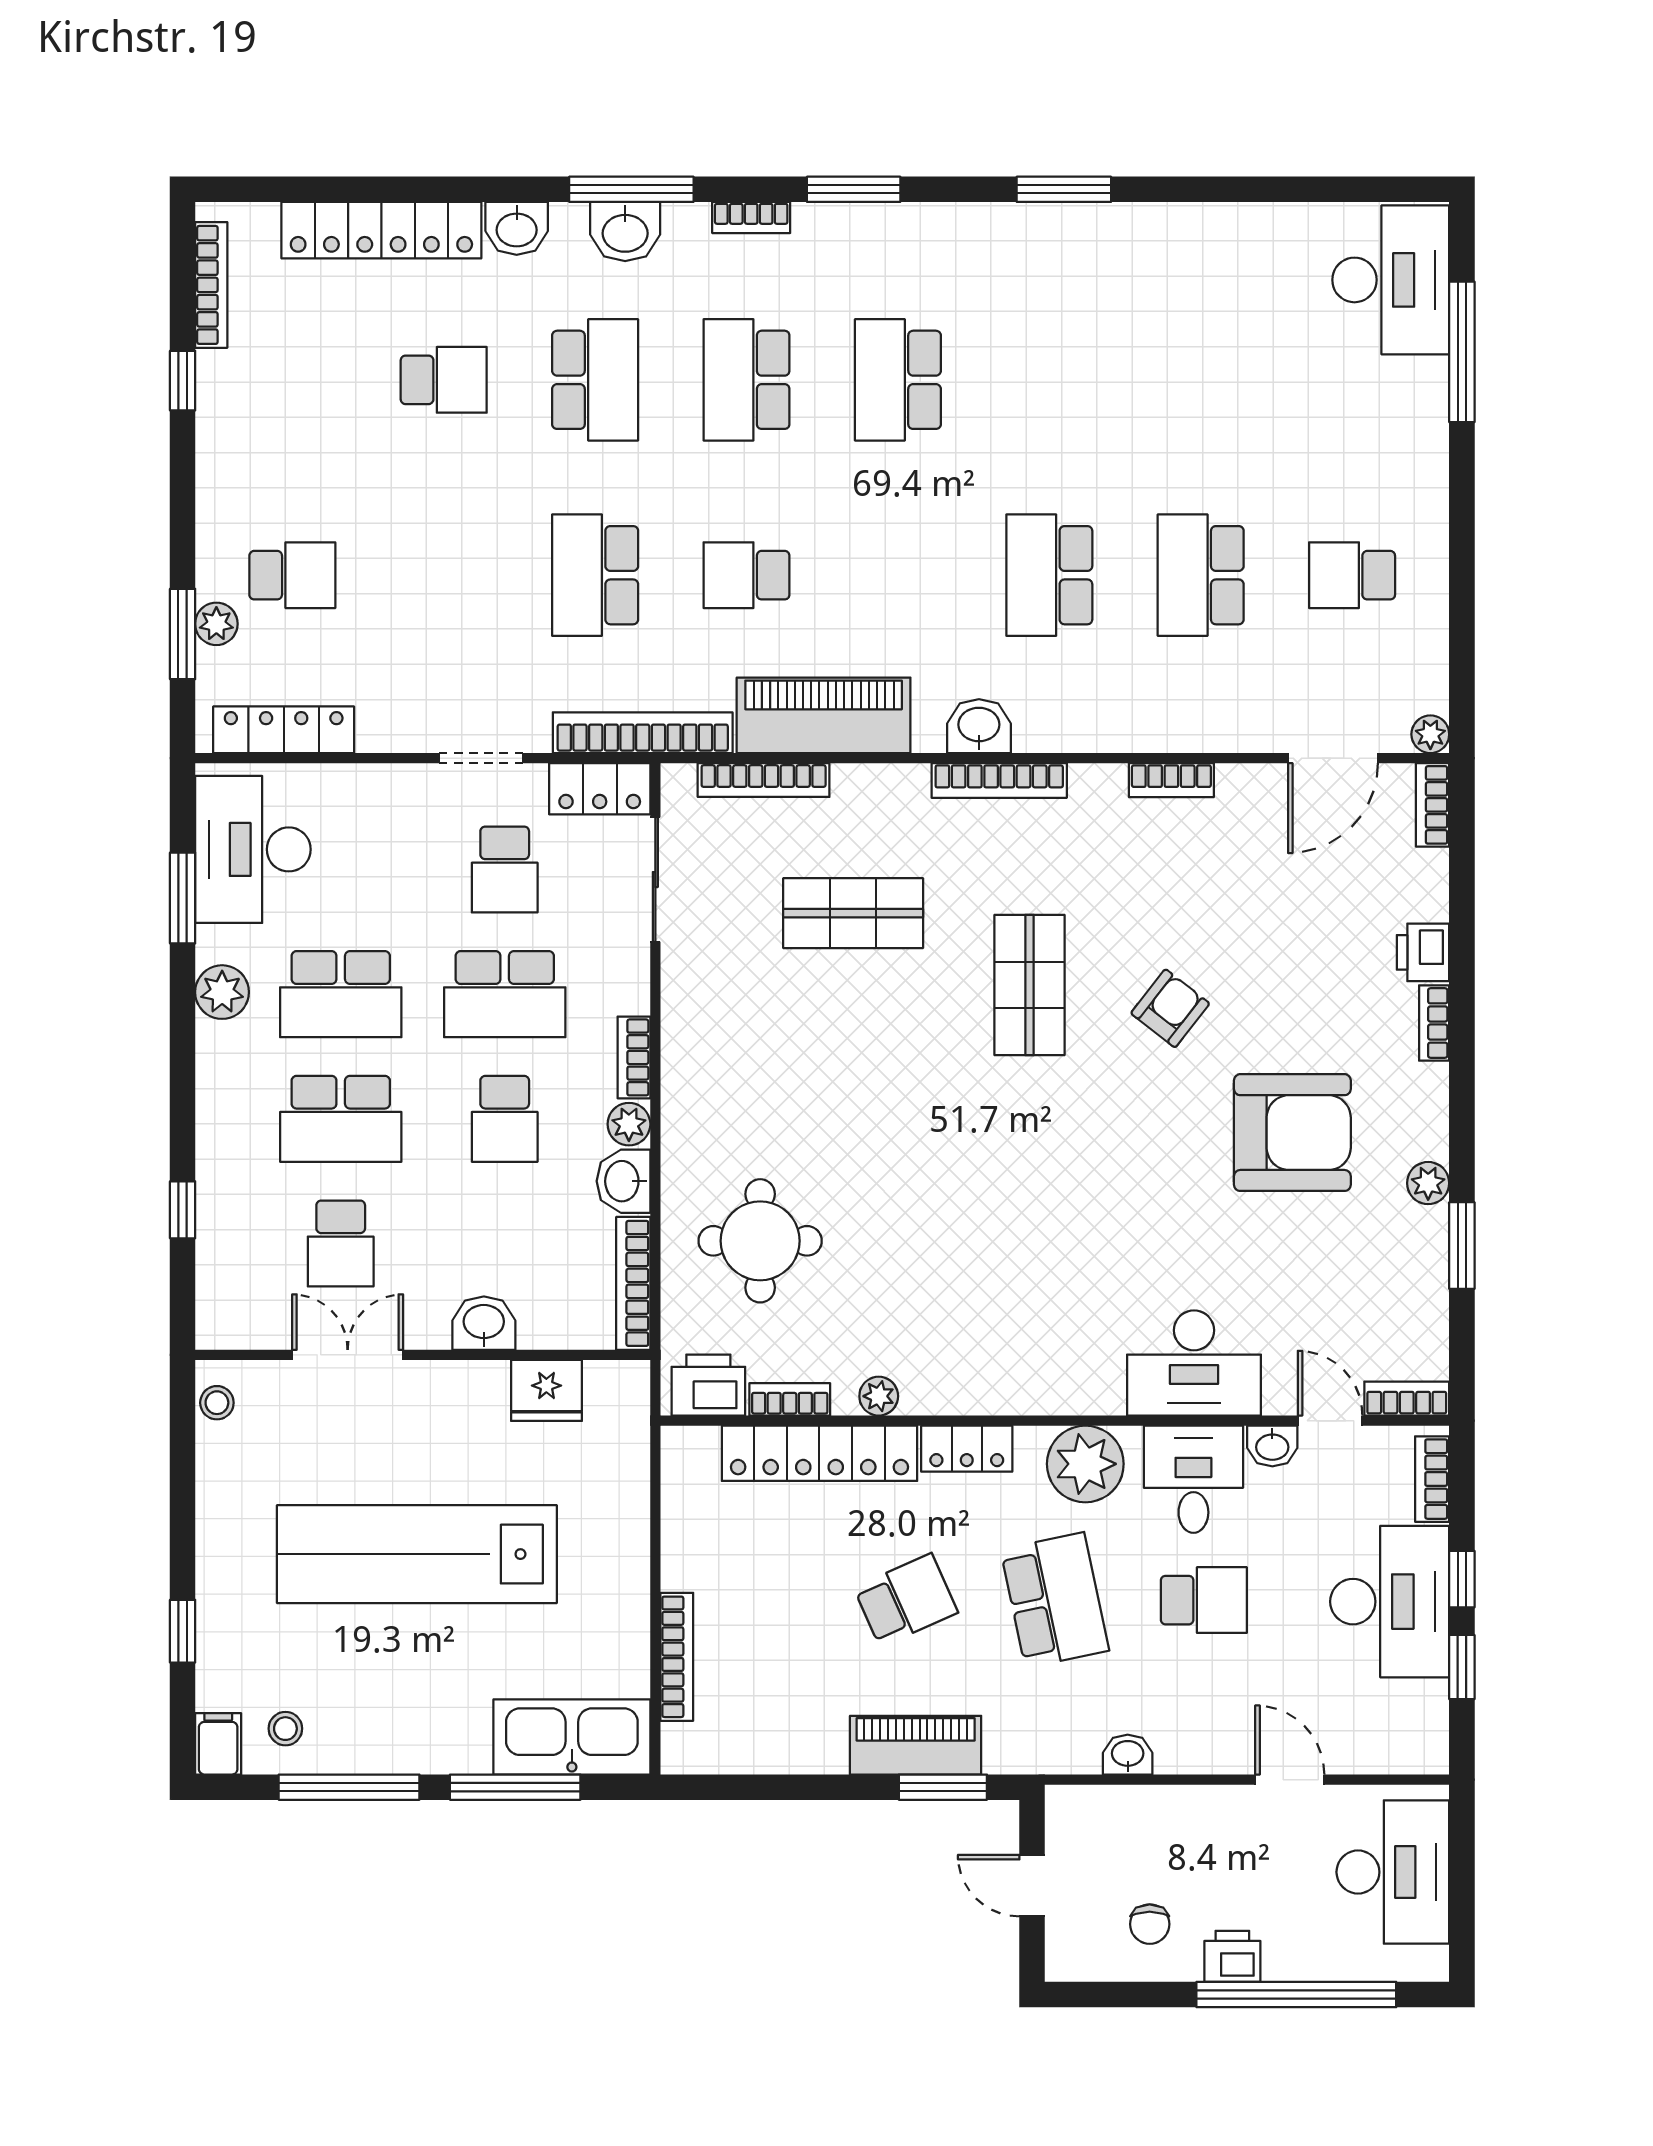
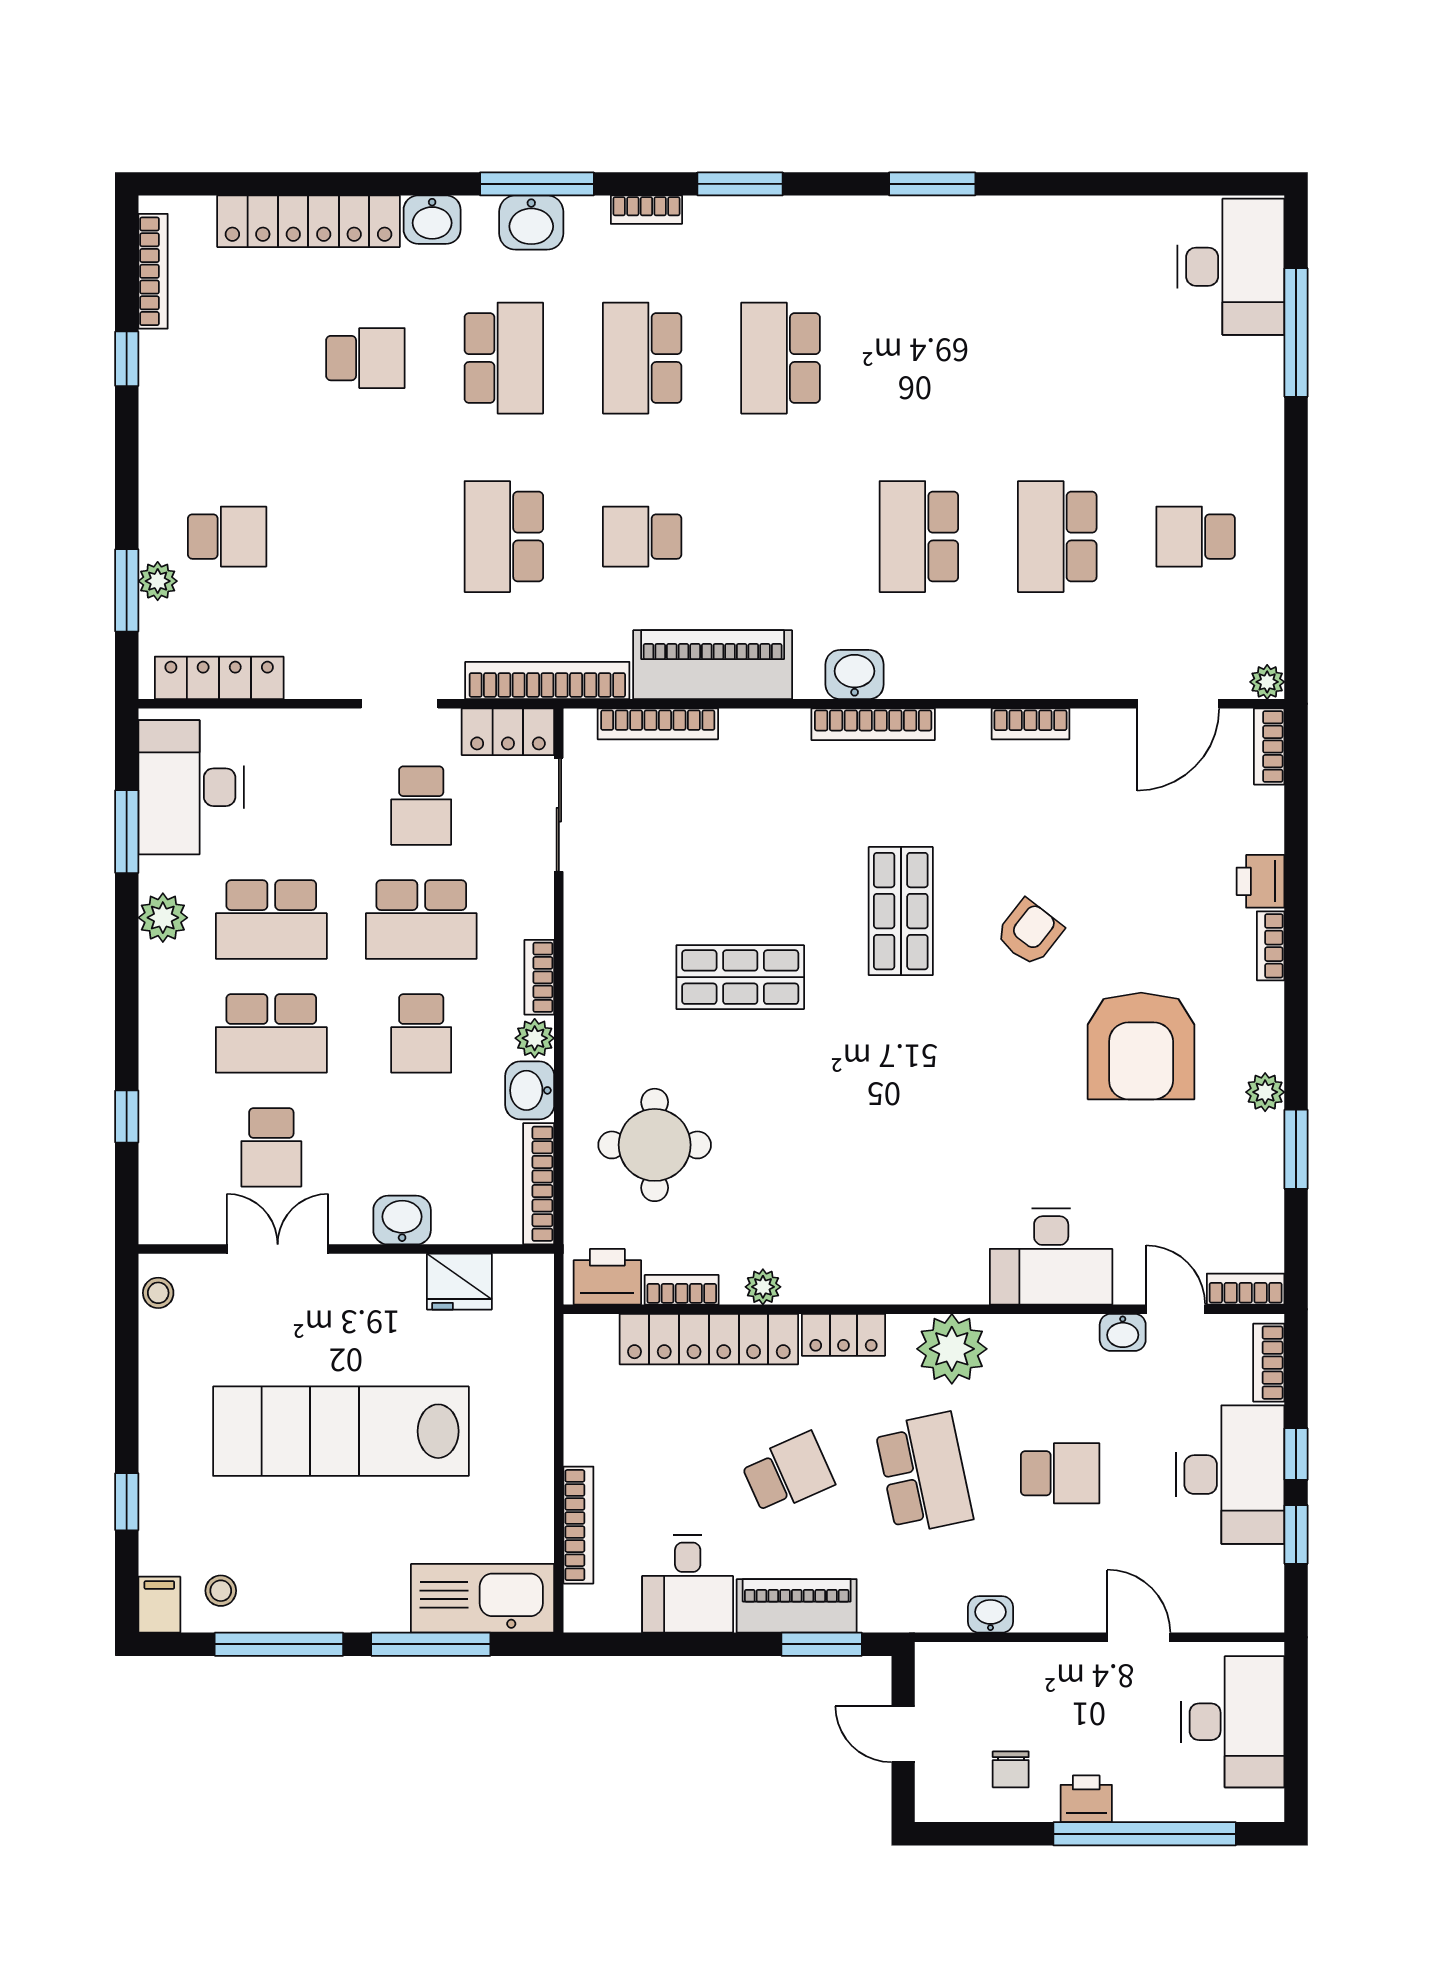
shop shelf: (853, 913) -> (740, 977), moved
armchair: (1292, 1133) -> (1141, 1046), turned 90
desk: (1193, 1479) -> (688, 1584), moved, turned 180

